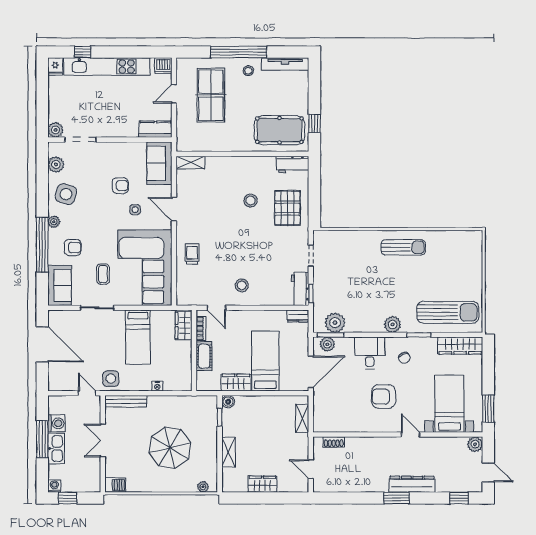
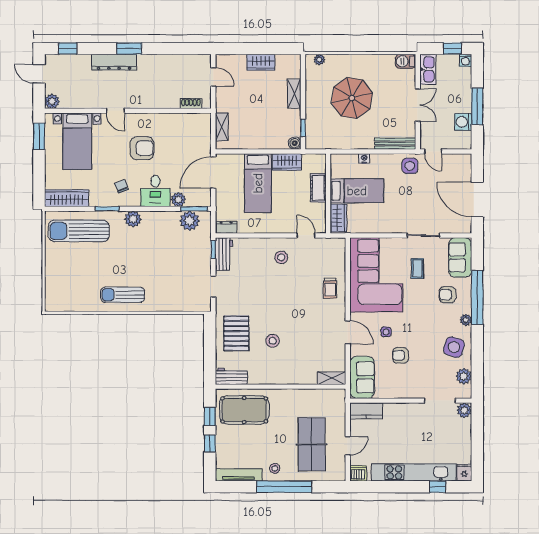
window: (314, 96) -> (210, 443), added
bookcase: (201, 328) -> (321, 215), removed
bed: (138, 337) -> (357, 191), moved, turned 90
plant: (327, 344) -> (178, 200), moved
kitchen sink: (56, 449) -> (428, 69), moved, turned 180

